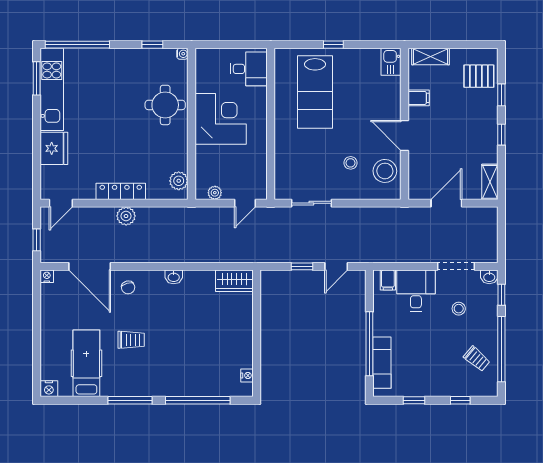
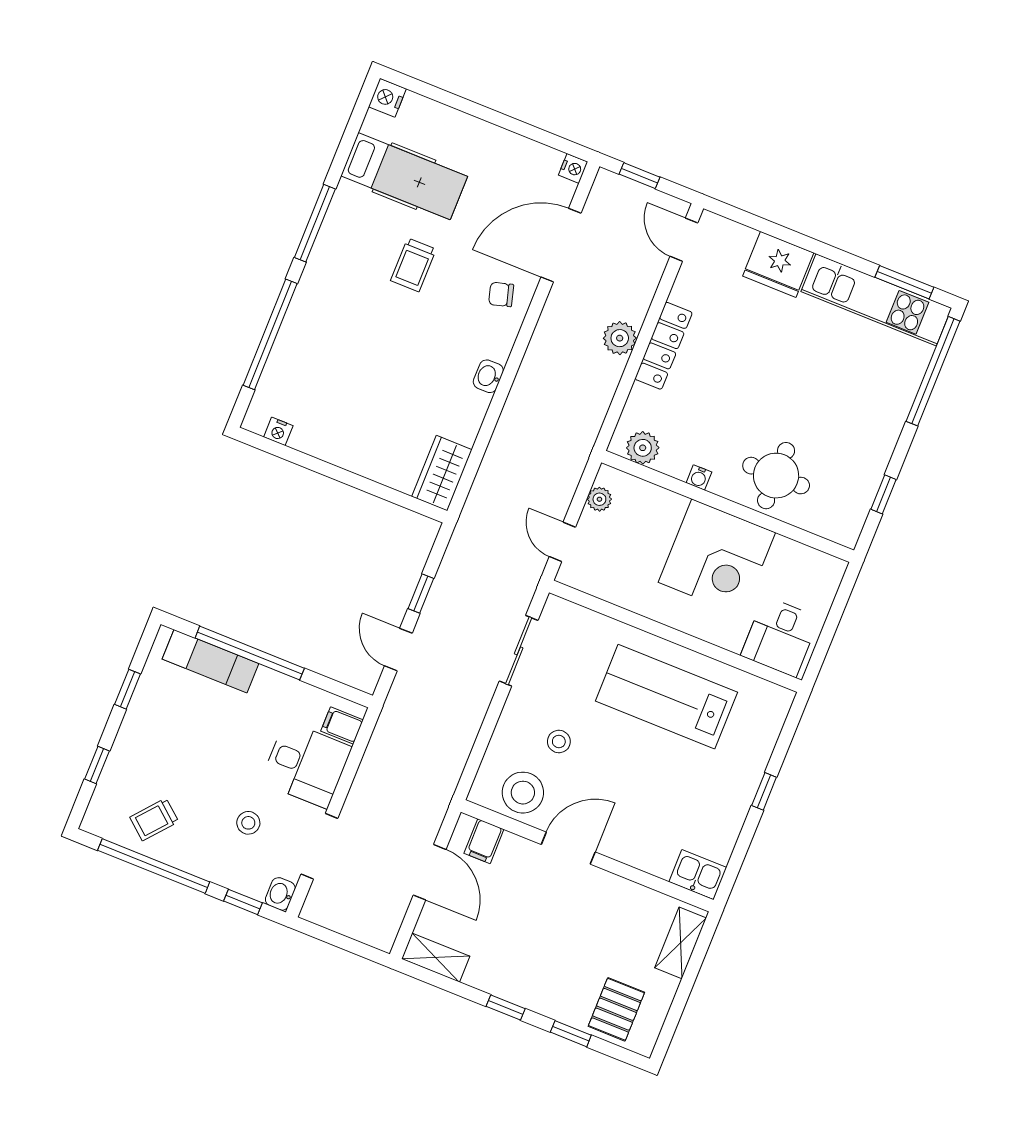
water cooler: (182, 54) -> (699, 477), moved
lab bench: (315, 92) -> (666, 697), moved
filing cabinet: (419, 98) -> (484, 841), moved

